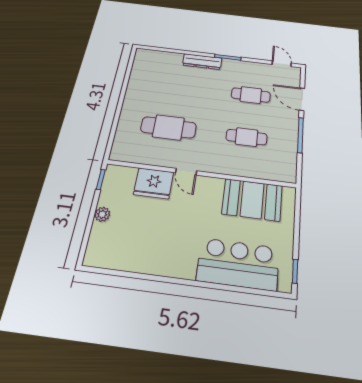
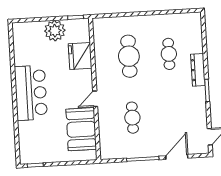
cafe table: (251, 95) -> (169, 54), moved
door: (186, 172) -> (95, 99), moved
plant: (102, 214) -> (55, 31), width x1.88, depth x1.88
bar counter: (238, 264) -> (31, 93), moved

